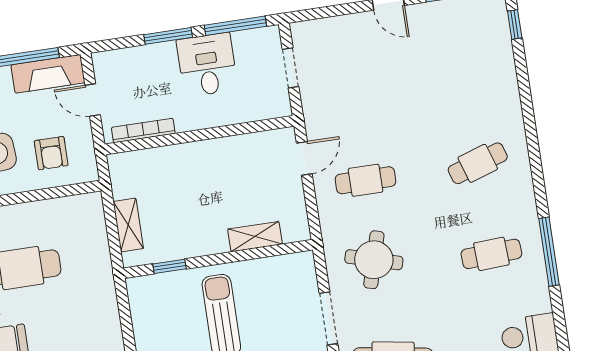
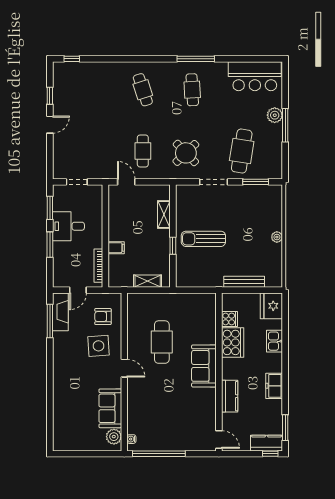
window: (235, 26) -> (50, 208), width x0.69
armchair: (51, 153) -> (103, 317), turned 180
filing cabinet: (181, 158) -> (116, 248), added
round table: (374, 260) -> (186, 153), turned 30
window: (170, 266) -> (173, 246), moved

